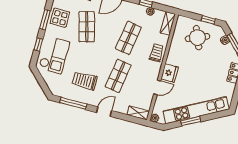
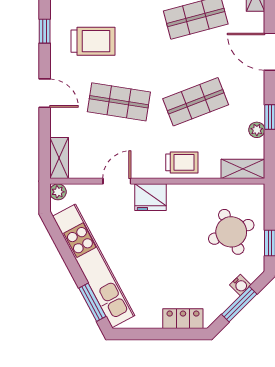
shop shelf: (128, 38) -> (196, 102), turned -30
trolley: (85, 81) -> (93, 41), turned 90
door: (157, 87) -> (117, 181), swing flipped
window: (73, 103) -> (45, 31), width x0.46
window: (191, 121) -> (92, 302), moved

